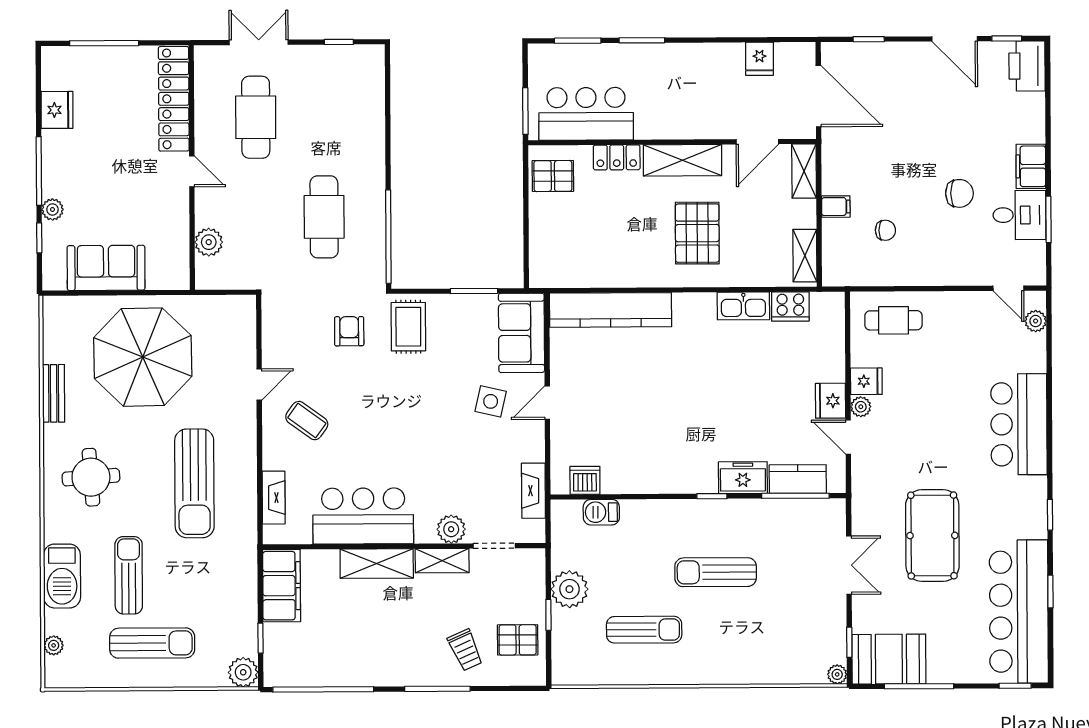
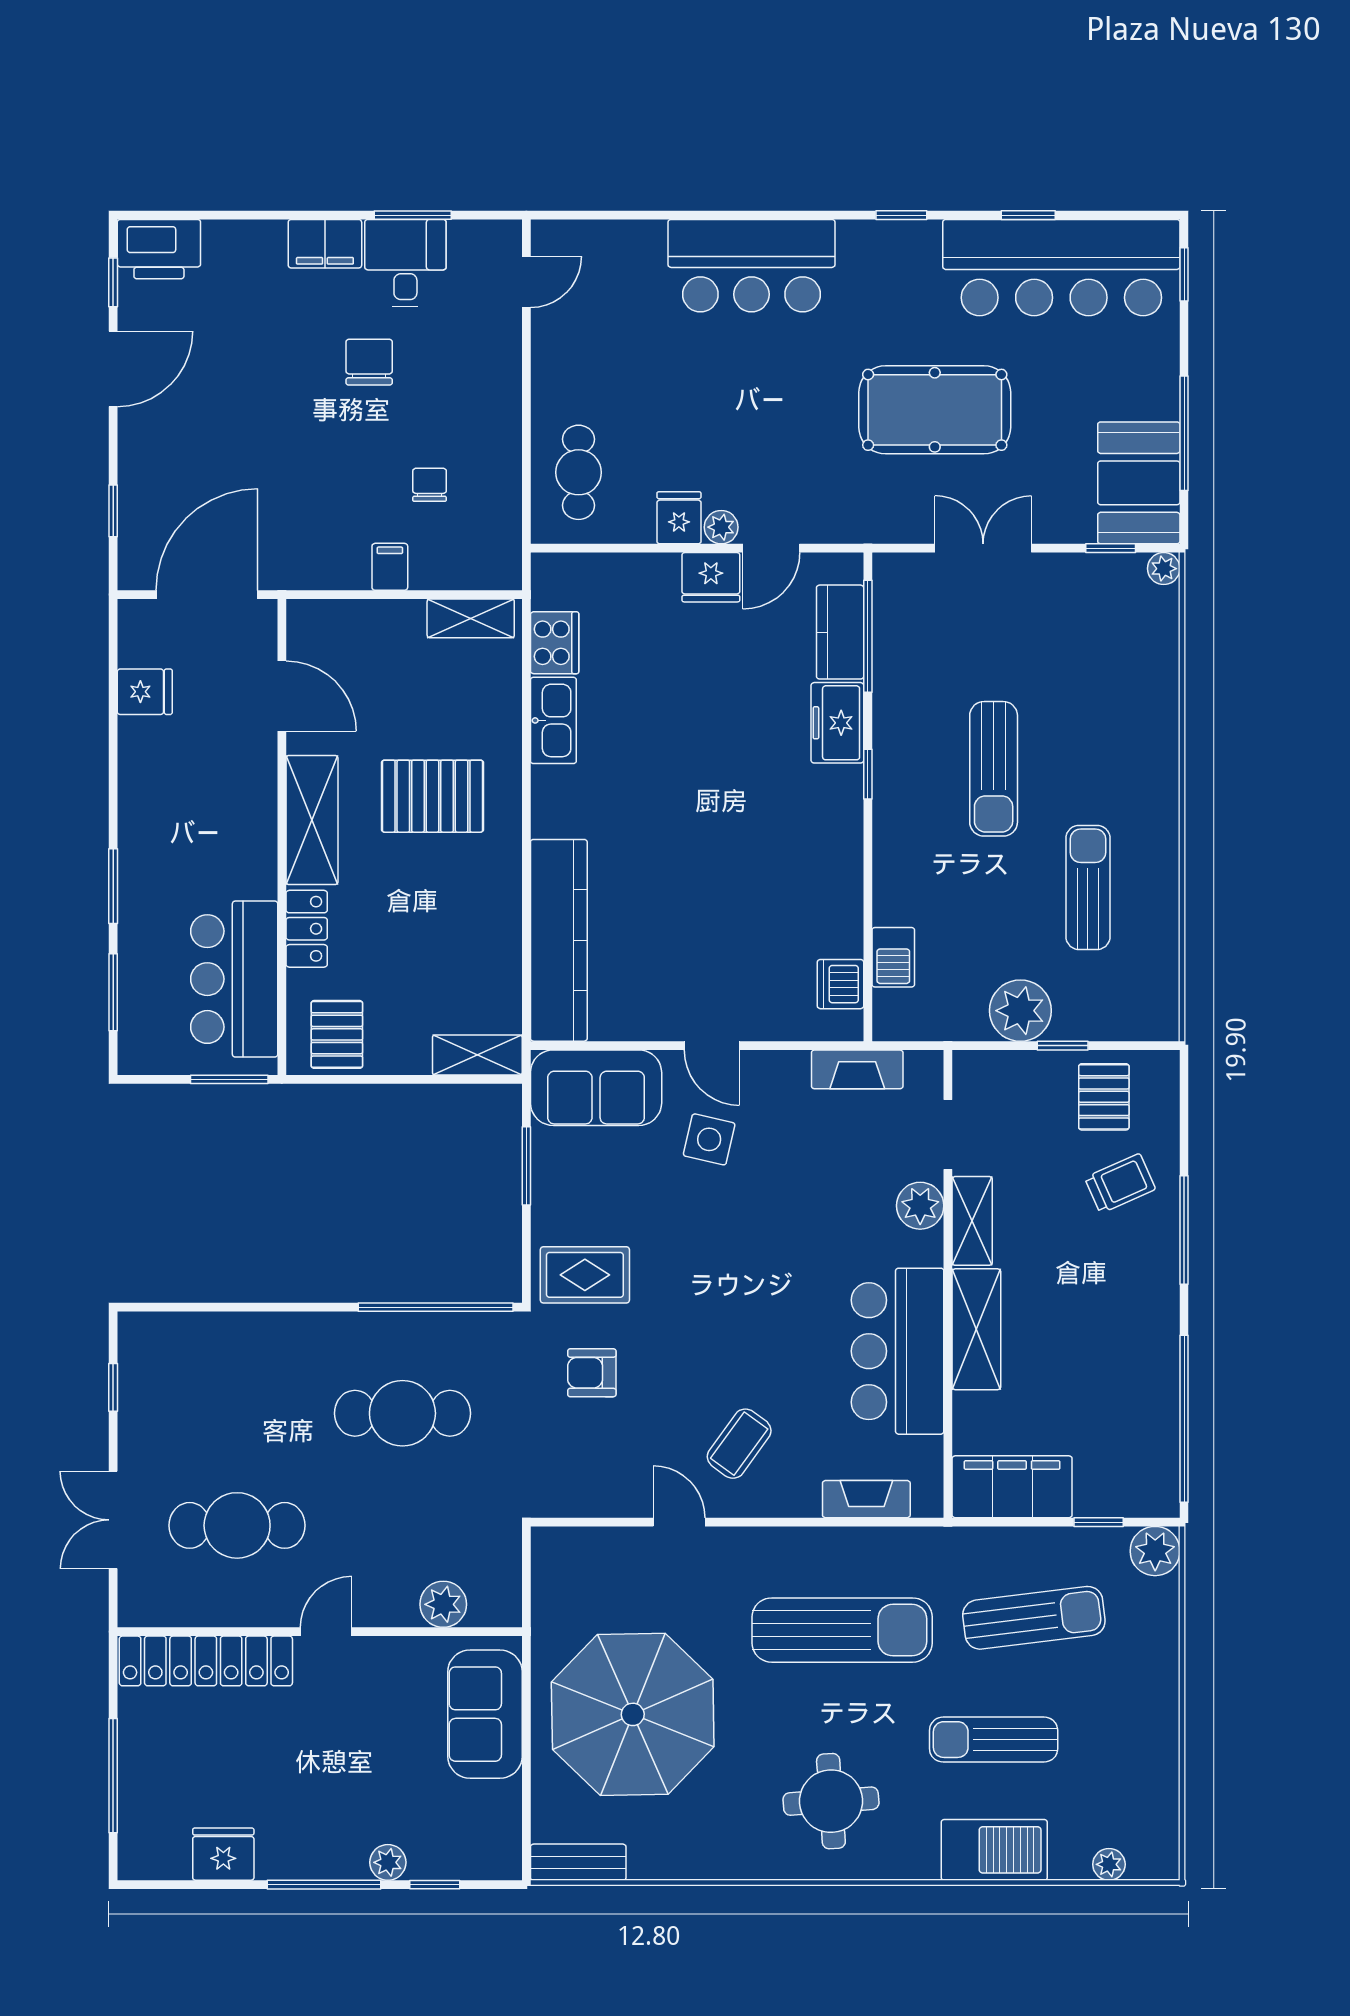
shelving: (804, 171) -> (477, 1055), moved
sofa: (106, 268) -> (485, 1714), moved
plant: (1036, 321) -> (581, 237), removed
bench: (54, 393) -> (578, 1862), moved
sun lounger: (152, 643) -> (1034, 1618), moved, turned 83

